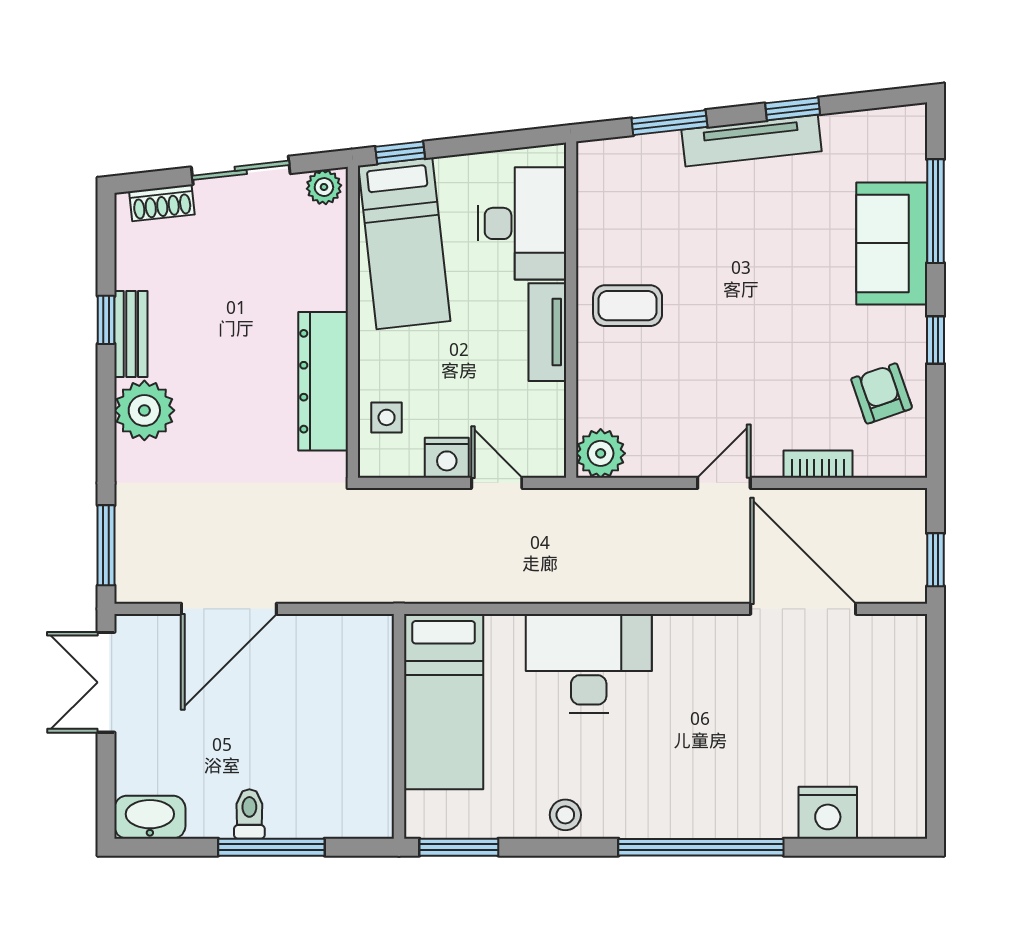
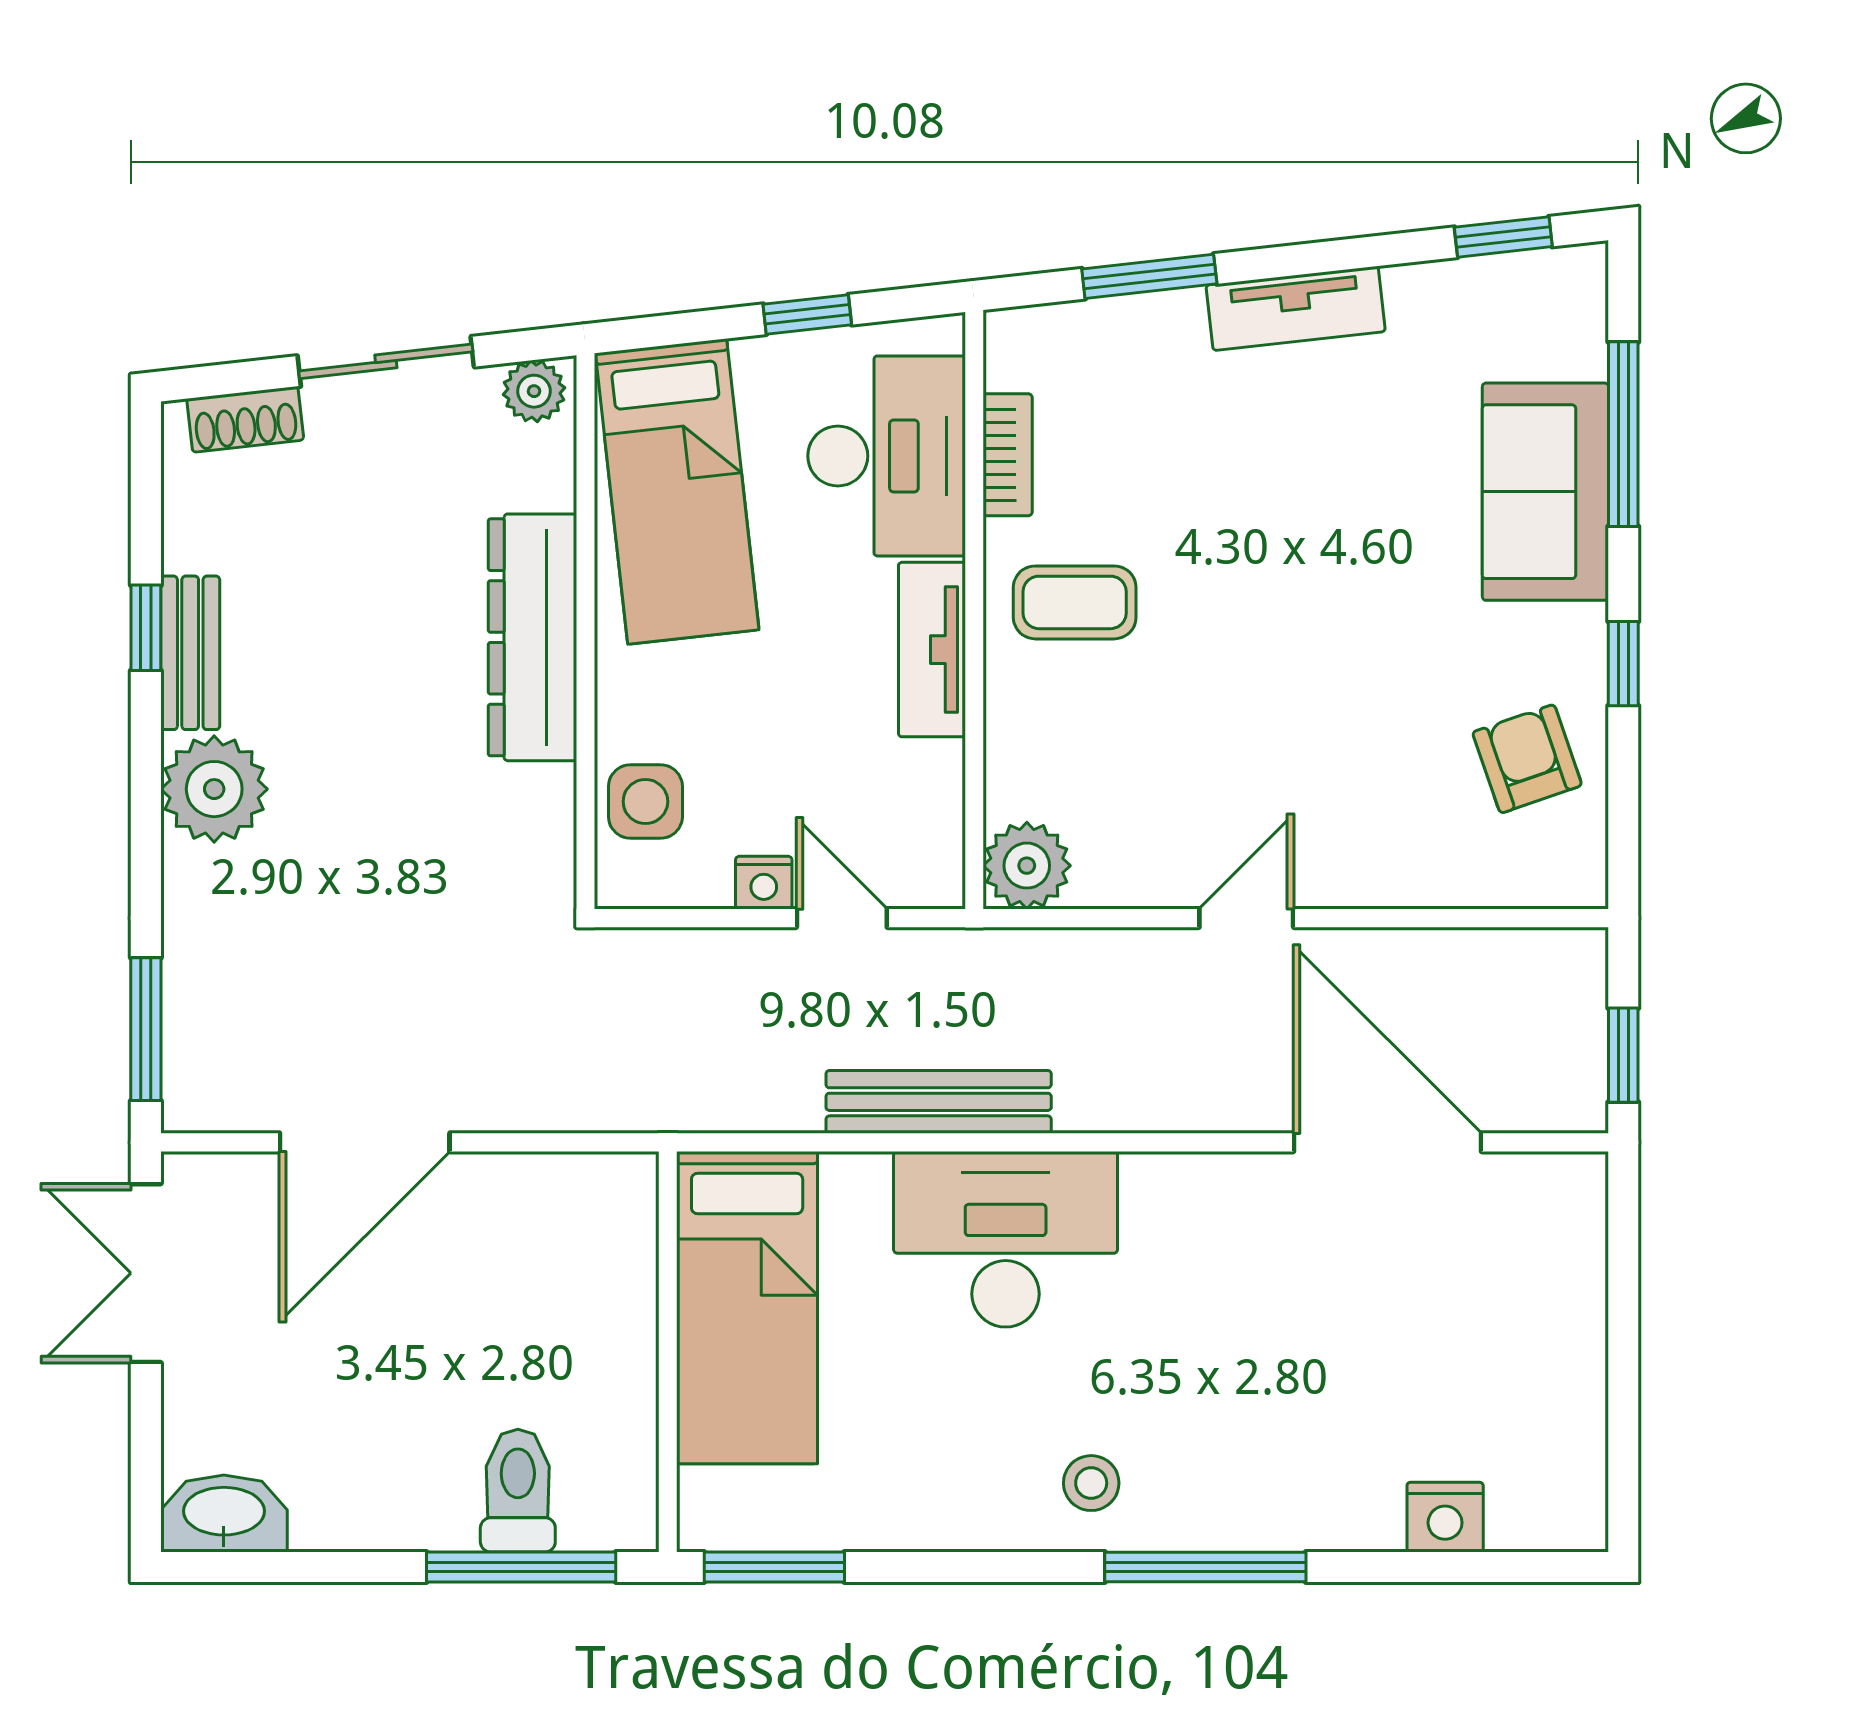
window: (793, 109) -> (1503, 237), moved
tv unit: (752, 141) -> (1296, 308), width x0.71
window: (400, 153) -> (807, 314), moved
dresser: (323, 381) -> (532, 637), moved
side table: (387, 417) -> (645, 802), width x1.37, depth x1.37
nightstand: (447, 458) -> (764, 883), width x0.72, depth x0.74
bookcase: (818, 464) -> (1008, 455), moved, turned 90
bench: (551, 586) -> (939, 1102), added
nightstand: (828, 813) -> (1445, 1517), width x0.74, depth x0.75
toilet: (249, 814) -> (518, 1491), moved, width x1.37, depth x1.39
stool: (565, 815) -> (1091, 1483), moved
window: (271, 847) -> (521, 1567), moved
window: (701, 847) -> (1205, 1567), width x0.68

